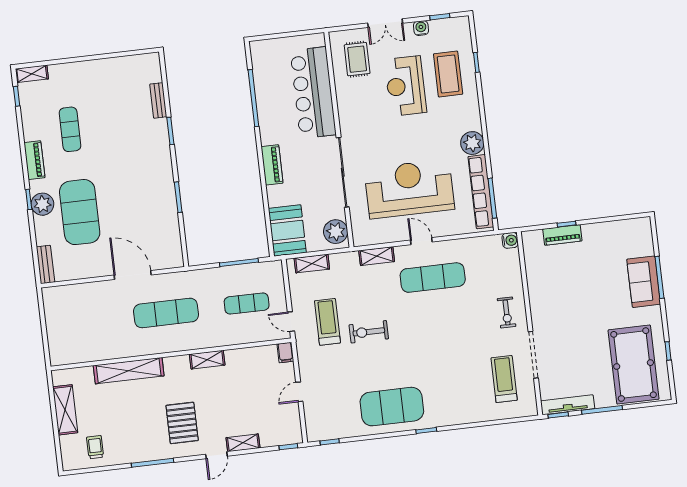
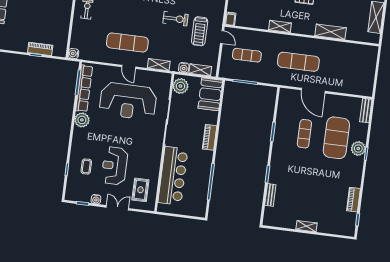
shelving: (32, 74) -> (307, 226), moved
coffee table: (448, 74) -> (86, 167), width x0.54, depth x0.58
reception desk: (405, 86) -> (115, 166), turned 180
exercise mat: (70, 129) -> (304, 134), moved
piano: (34, 160) -> (354, 200), moved
water cooler: (338, 261) -> (184, 68), added
shelving: (129, 371) -> (331, 32), width x0.68

